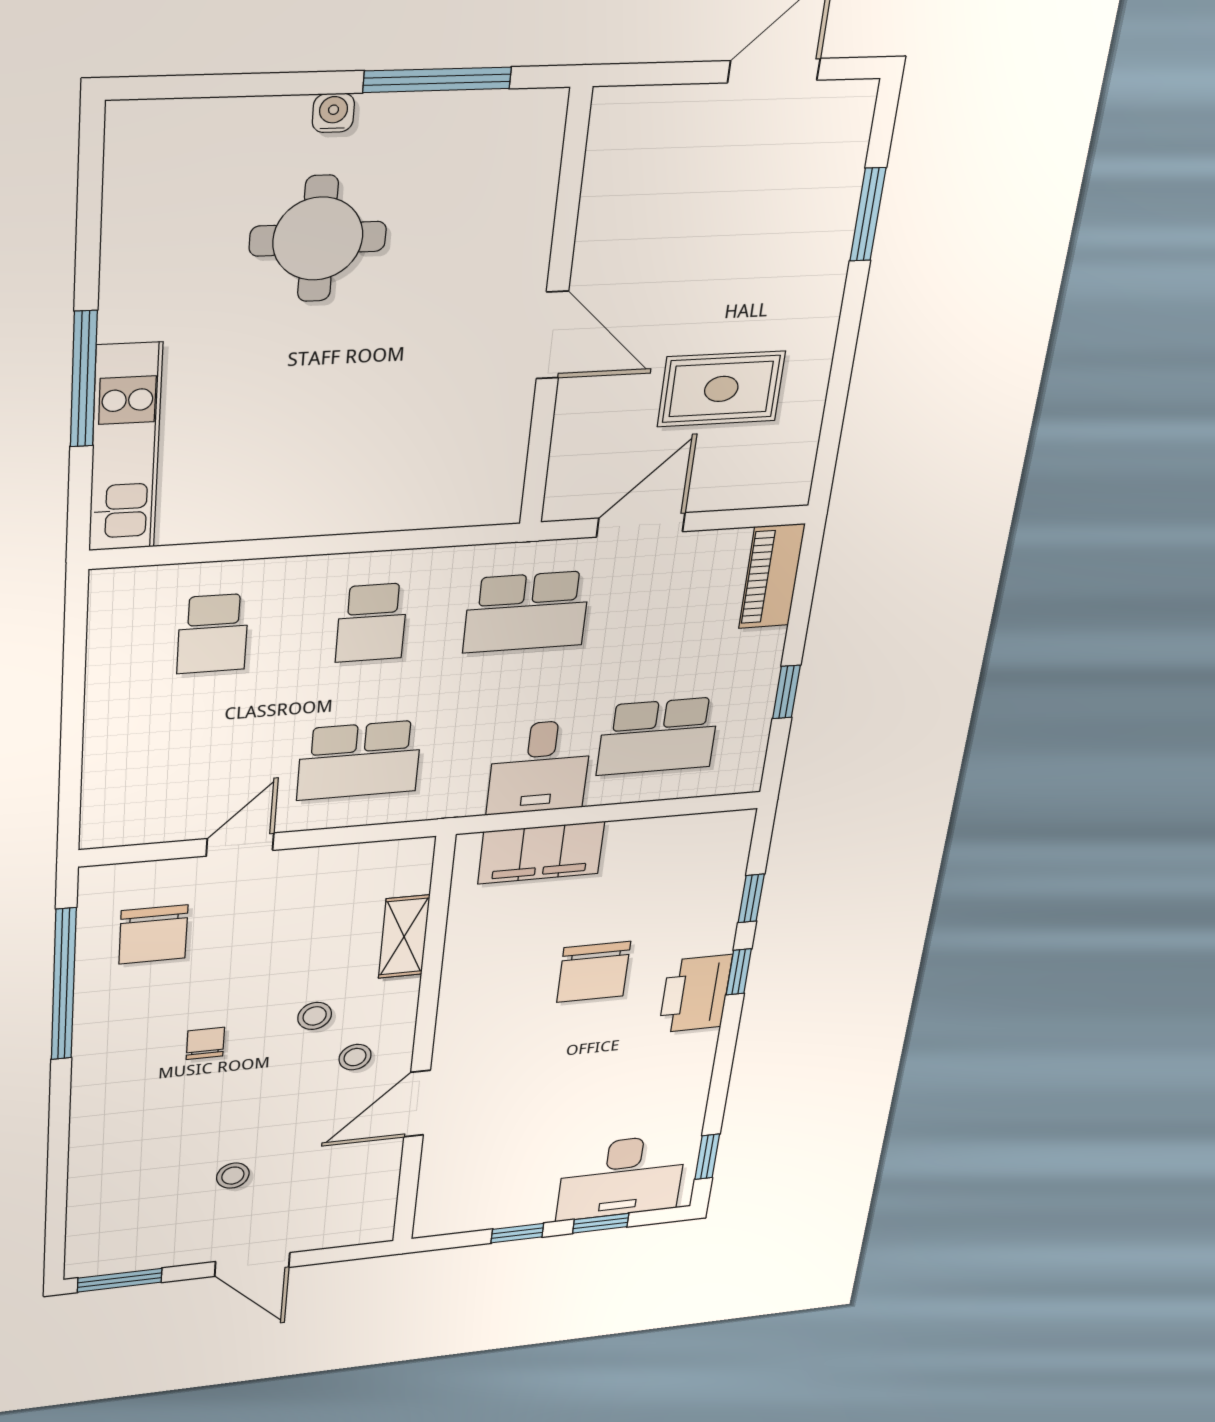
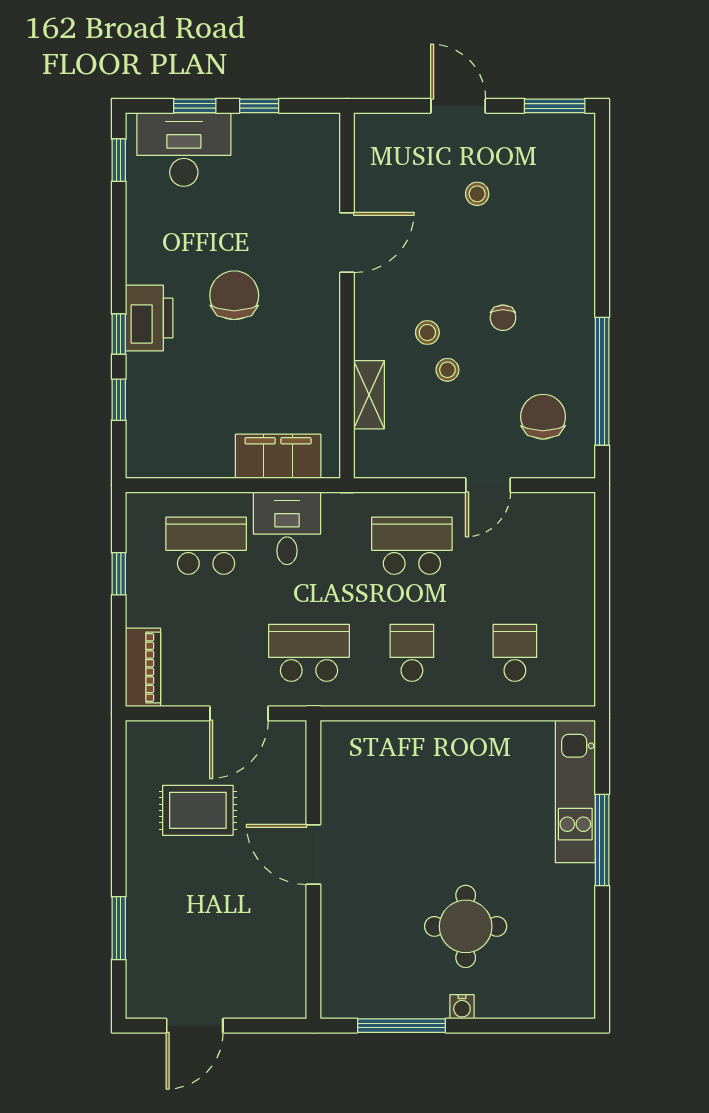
chair: (594, 972) -> (234, 295), moved
stool: (355, 1057) -> (447, 370), moved

